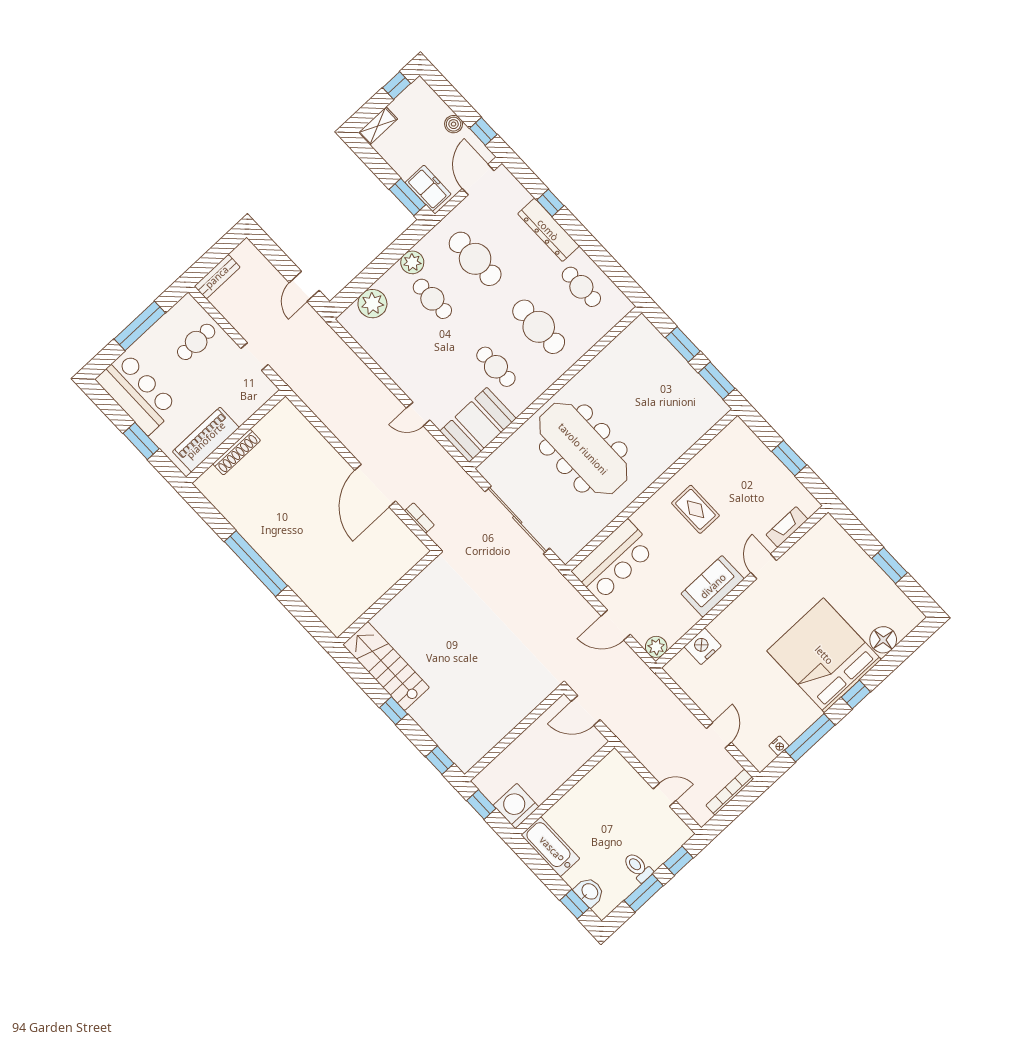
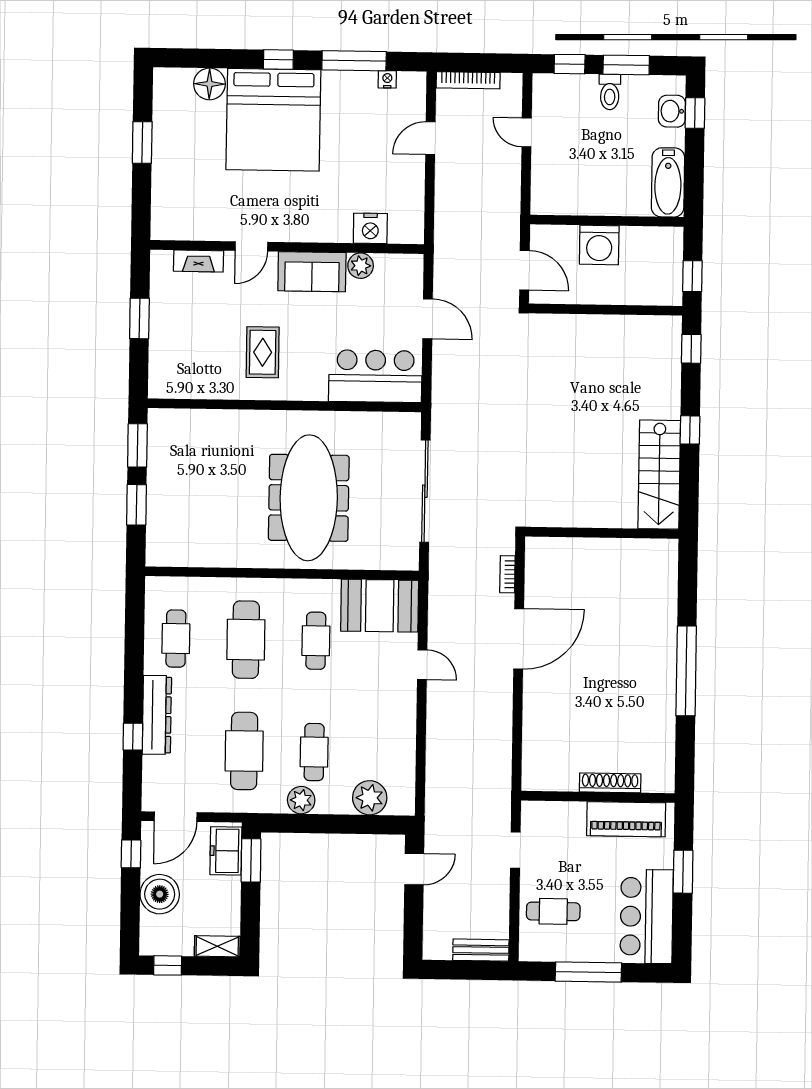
boiler: (454, 124) -> (160, 894), width x1.86, depth x1.86
plant: (656, 647) -> (361, 266), moved
washing machine: (516, 806) -> (599, 245), moved

